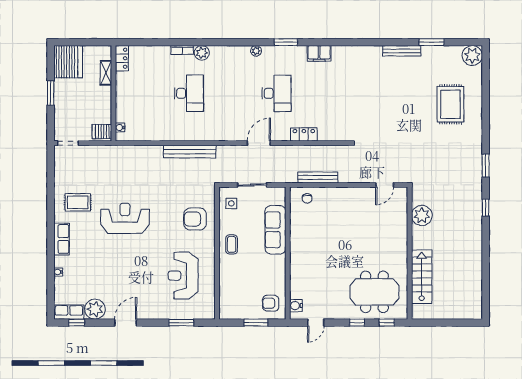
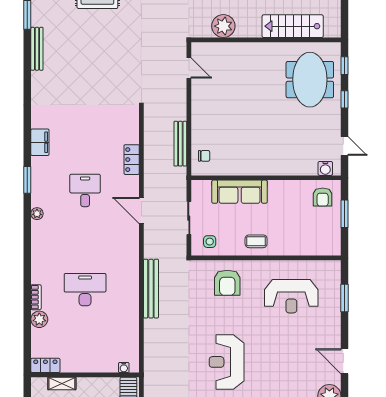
plant: (202, 53) -> (39, 319), moved
desk: (276, 93) -> (85, 190), width x0.73

